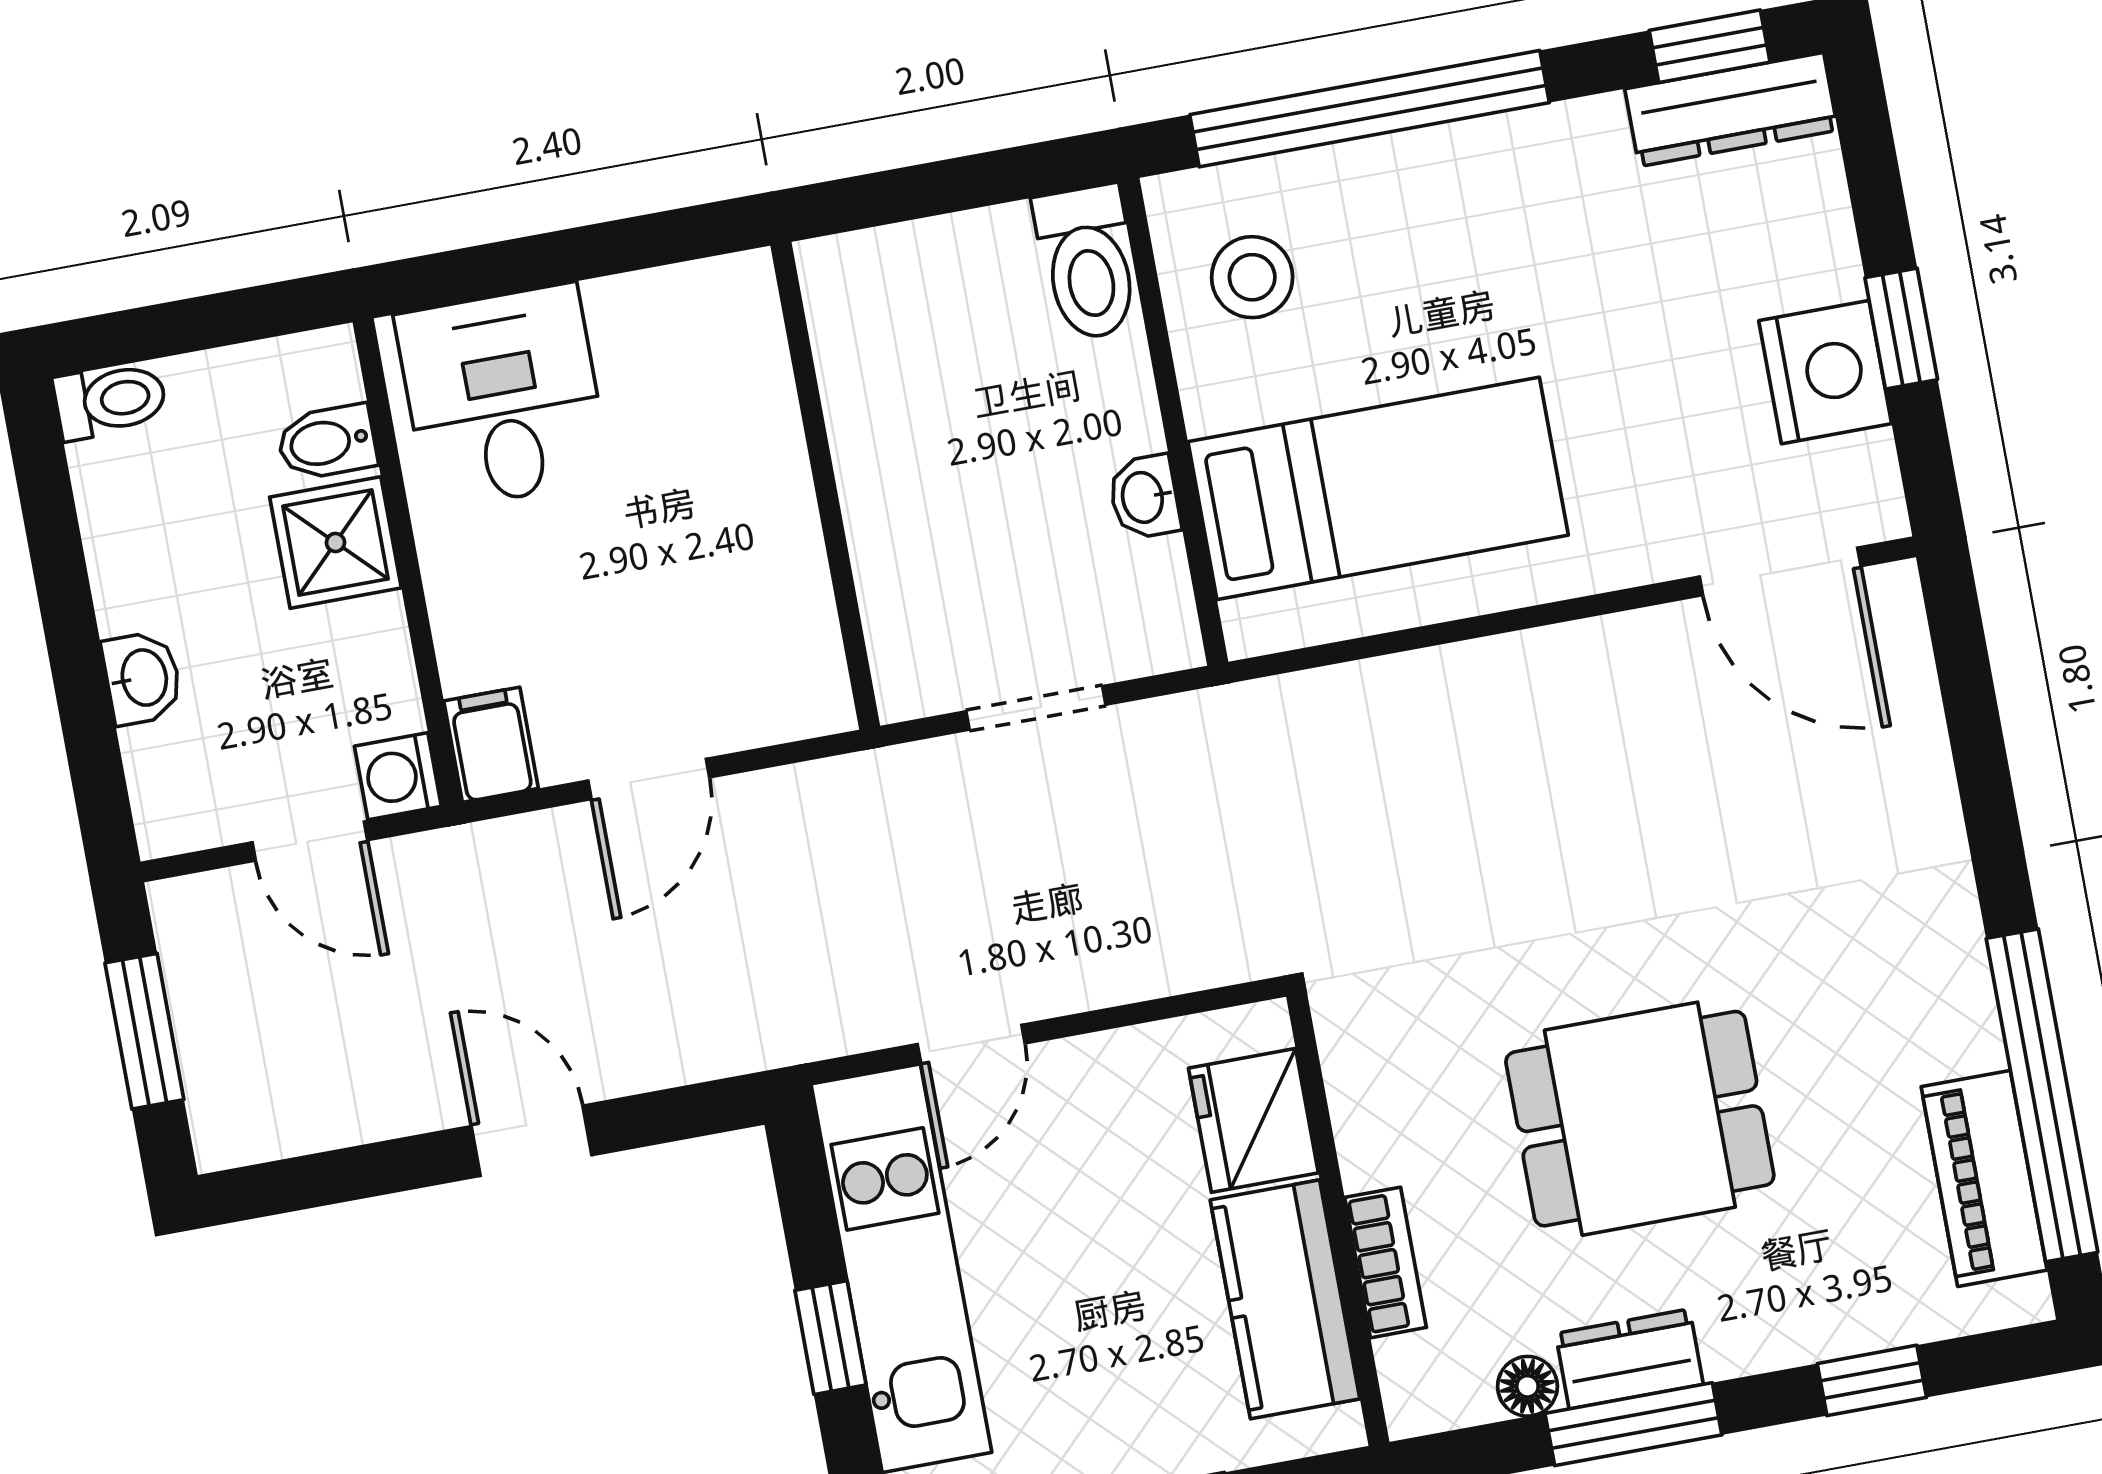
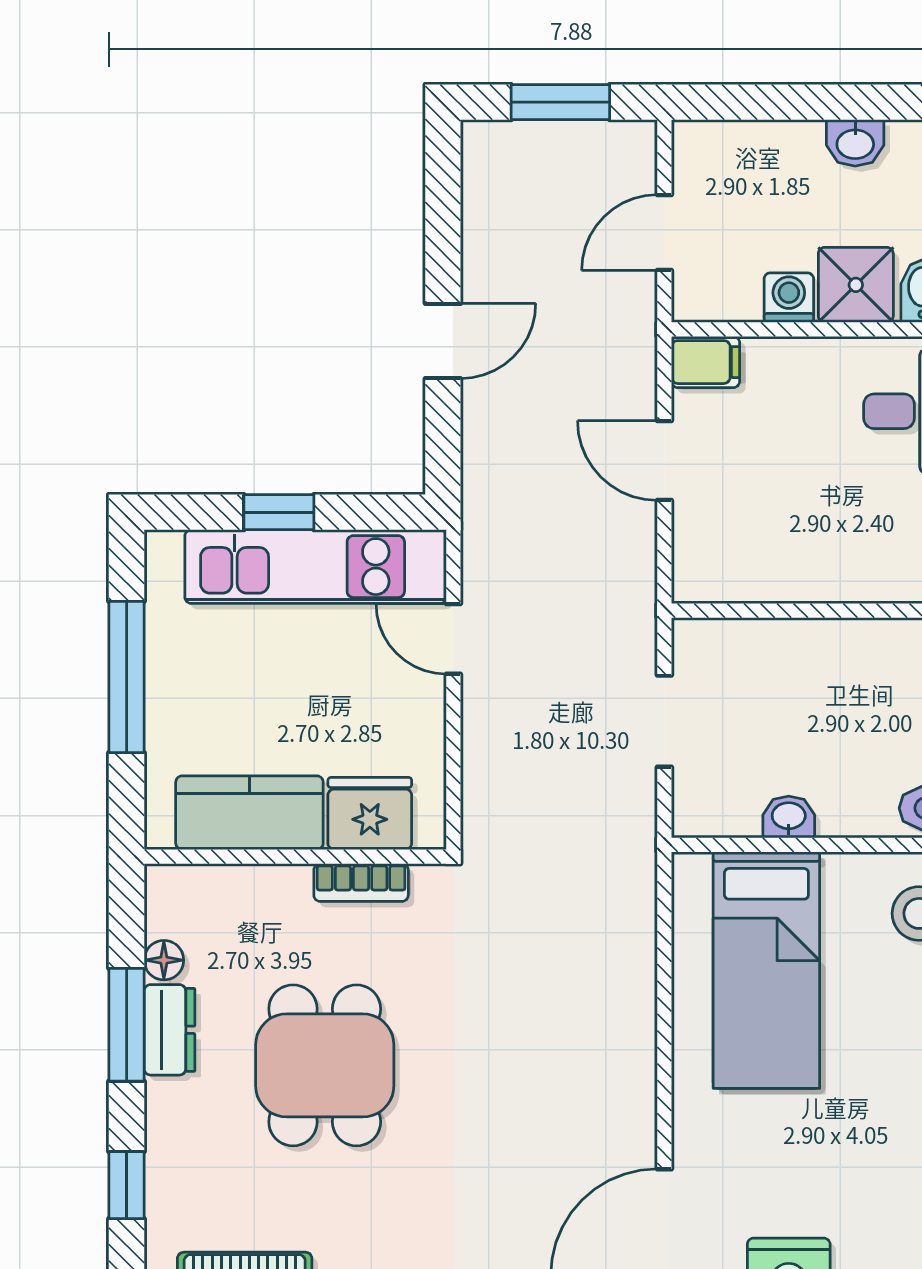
washbasin: (142, 678) -> (855, 143), moved
washing machine: (398, 776) -> (789, 298), moved
bookcase: (1386, 1262) -> (361, 883), moved

